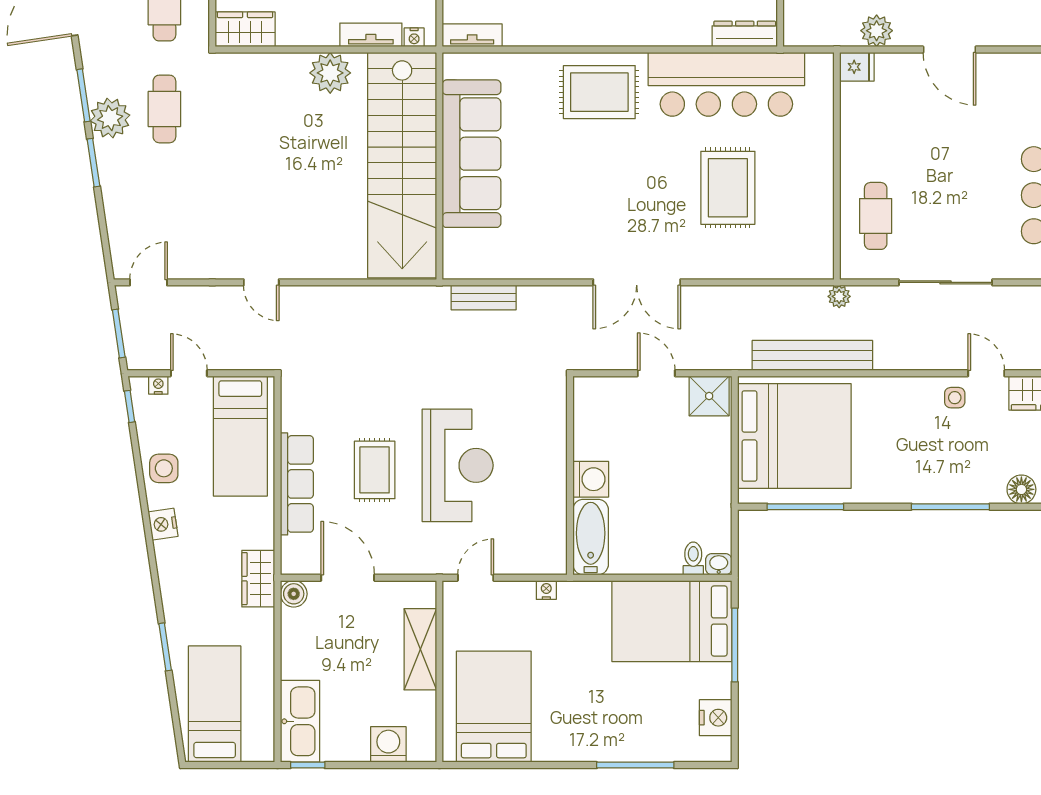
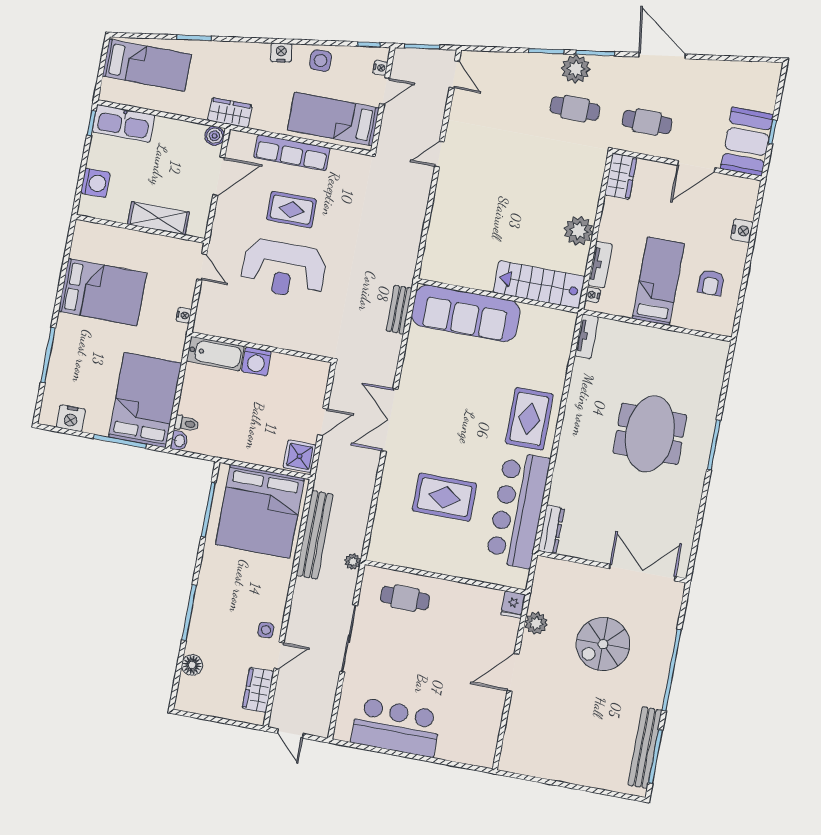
sofa: (472, 154) -> (466, 313), moved
stairs: (402, 165) -> (539, 285), width x0.54, depth x0.66
bed: (494, 707) -> (103, 292), moved

